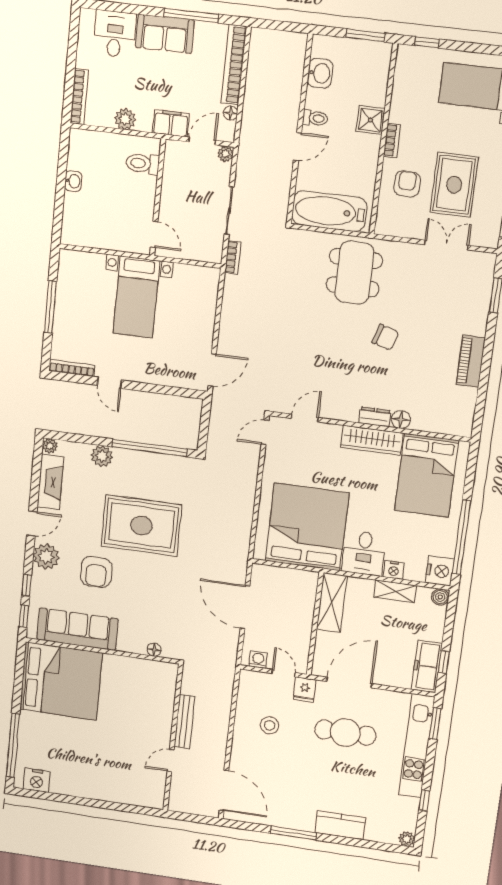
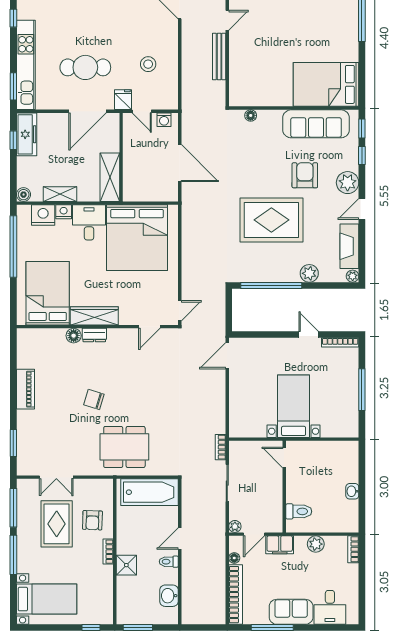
bookcase: (79, 97) -> (353, 549), width x0.64
dining table: (354, 273) -> (124, 447), turned 90
nightstand: (440, 571) -> (43, 215), moved, turned 90
bed: (61, 681) -> (326, 84), width x0.73

